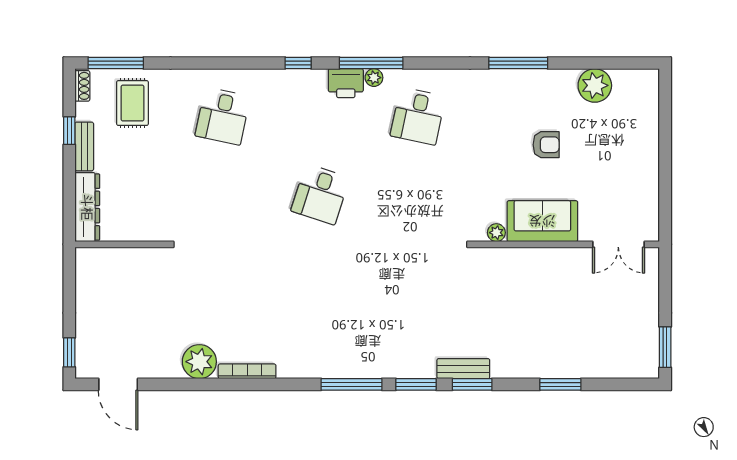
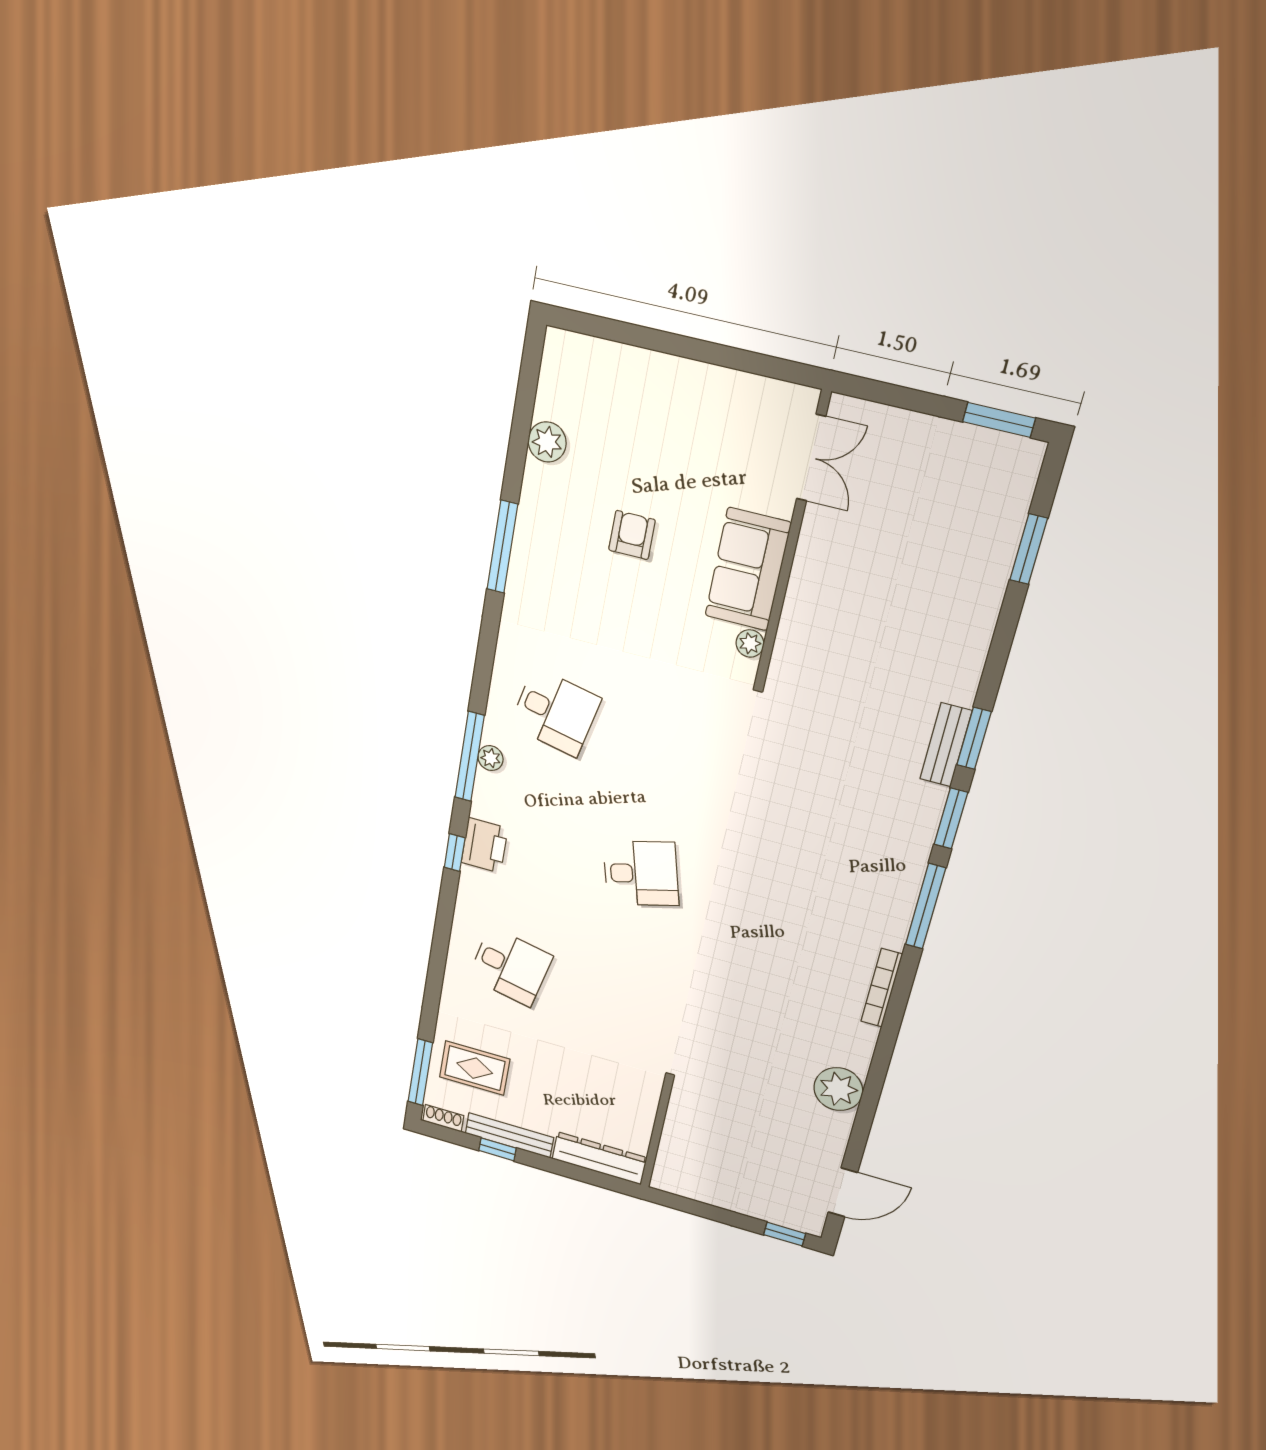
printer: (346, 83) -> (484, 845), moved
plant: (595, 85) -> (547, 442), width x0.73, depth x0.73
bench: (84, 146) -> (509, 1135), width x1.36
desk: (320, 194) -> (641, 873), turned -33
bookcase: (247, 371) -> (882, 988), moved
window: (560, 384) -> (1029, 549), moved

